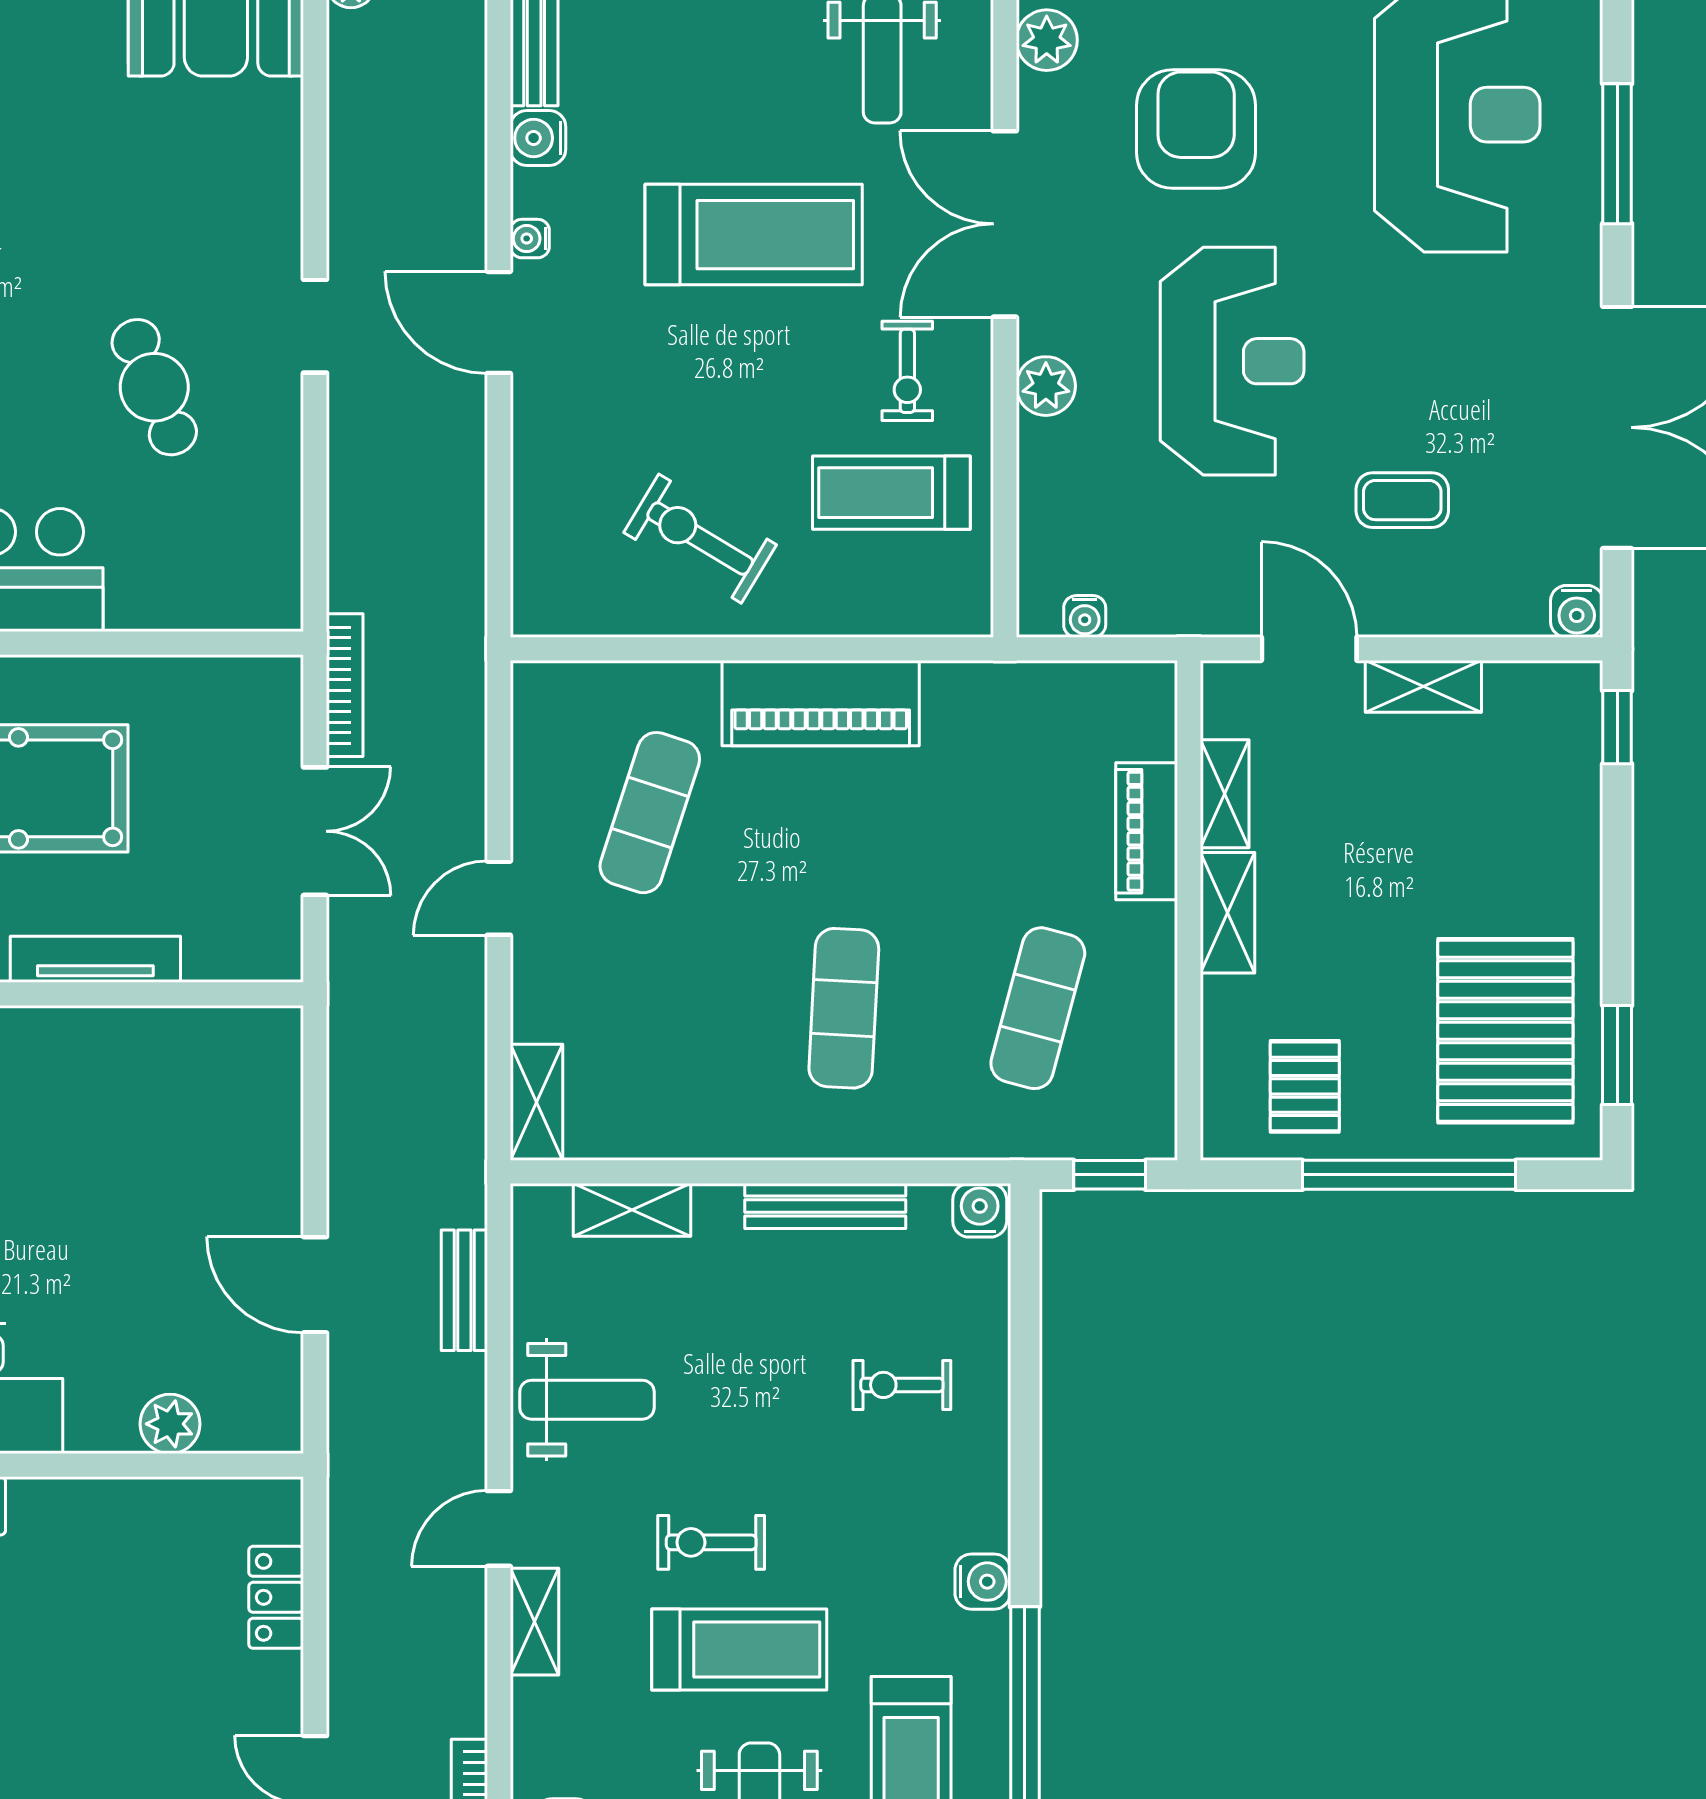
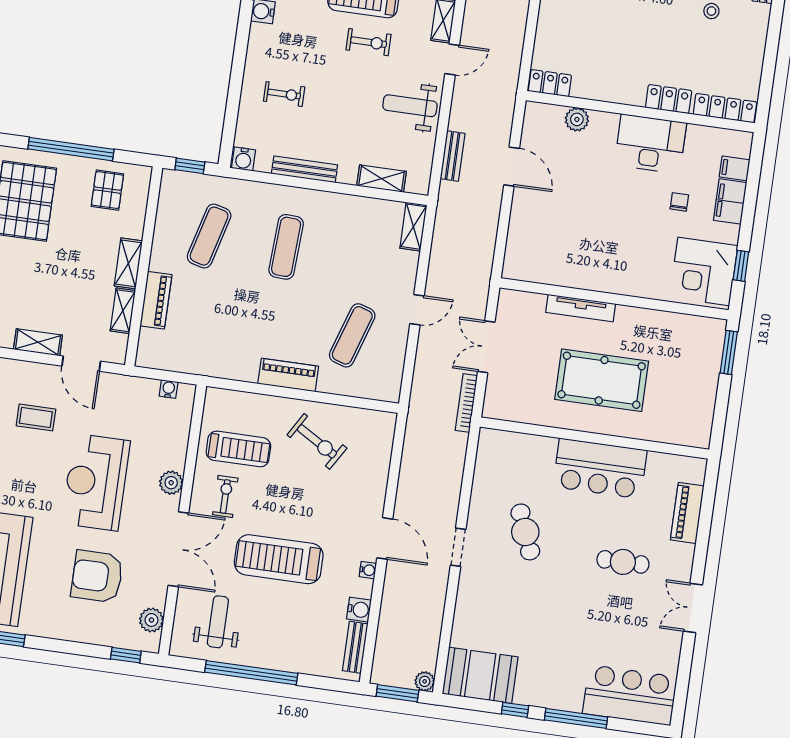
armchair: (1196, 129) -> (97, 576), turned 90
piano: (821, 703) -> (288, 375), width x0.73, depth x0.75
locker: (276, 1597) -> (550, 83), moved, turned -90

